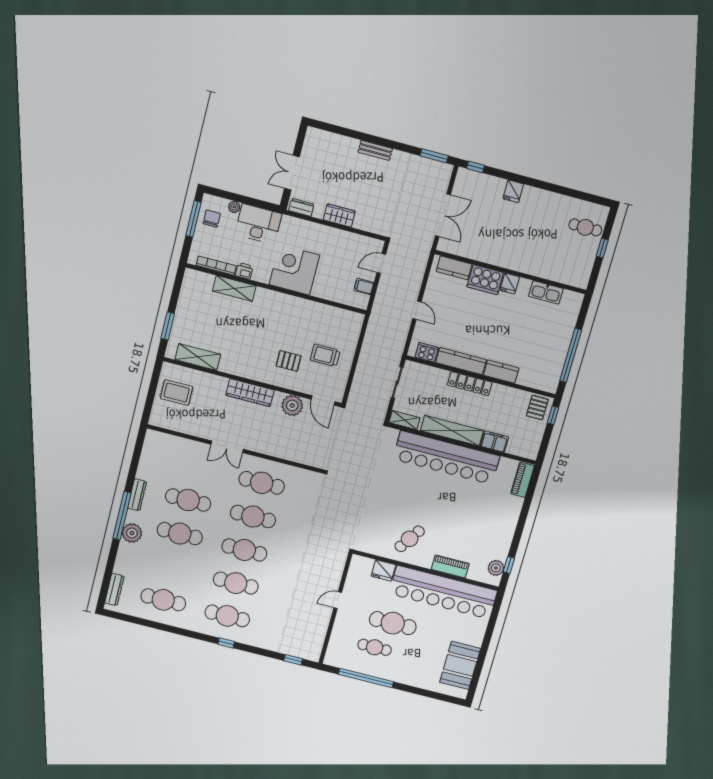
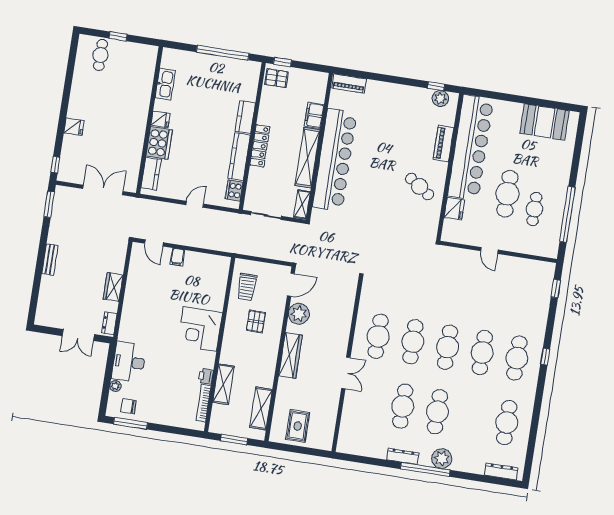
bookcase: (216, 266) -> (204, 403), moved
corner desk: (294, 270) -> (200, 329), moved
printer: (244, 271) -> (206, 376), moved
shelving: (234, 288) -> (223, 384), moved
wall: (276, 289) -> (220, 345), moved

